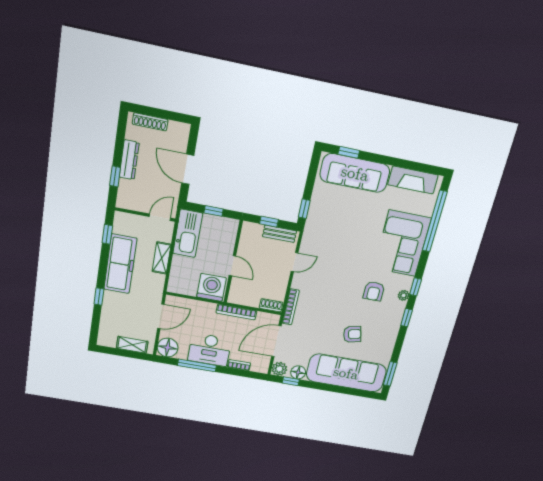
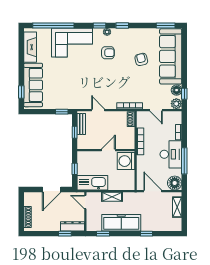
dresser: (129, 160) -> (72, 226), moved
door: (276, 341) -> (156, 110), width x0.53

